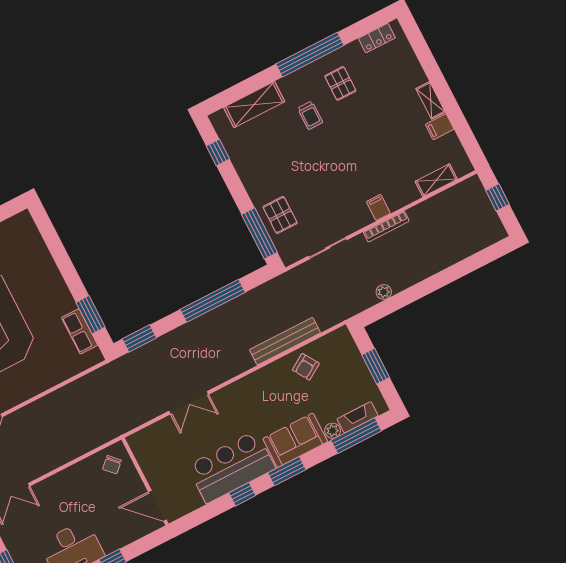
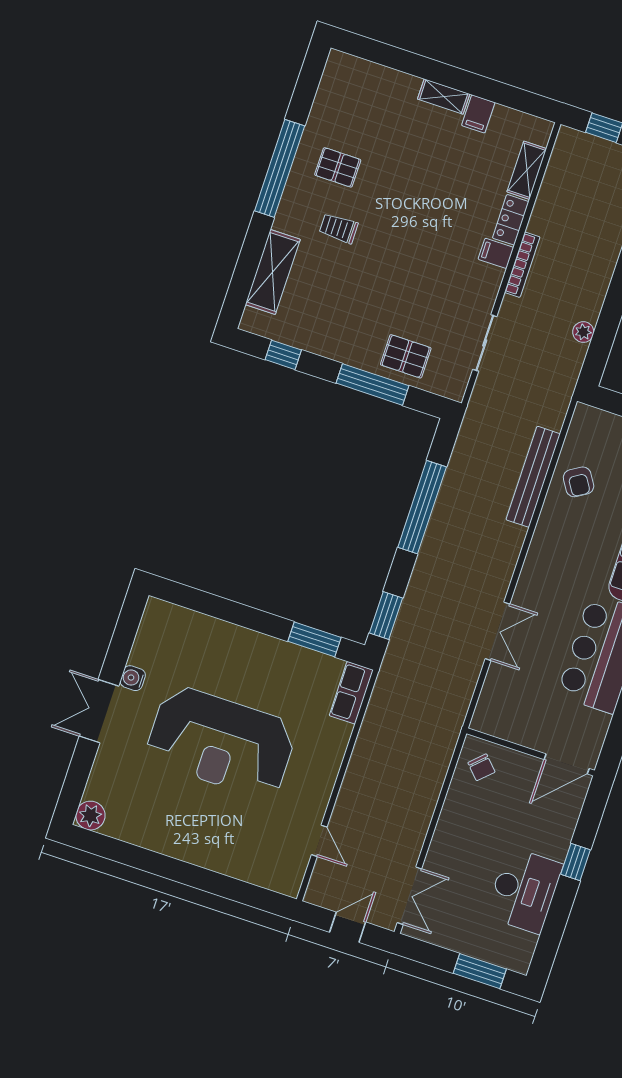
locker: (377, 38) -> (511, 220), moved, turned 180
trolley: (310, 115) -> (339, 228), turned 180
window: (259, 233) -> (372, 384), moved
row of seats: (80, 331) -> (351, 693), moved, turned 90

